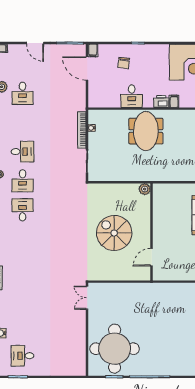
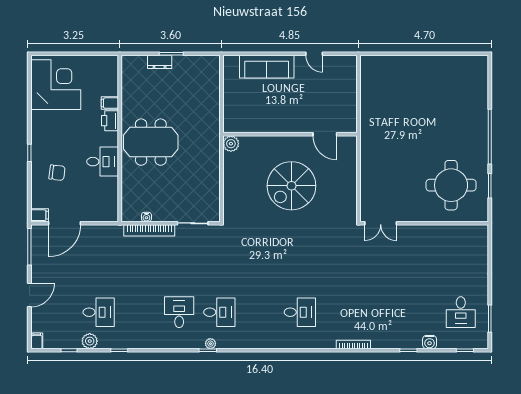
desk: (23, 210) -> (300, 312), moved, turned 180
round table: (115, 349) -> (451, 185), width x0.73, depth x0.73

